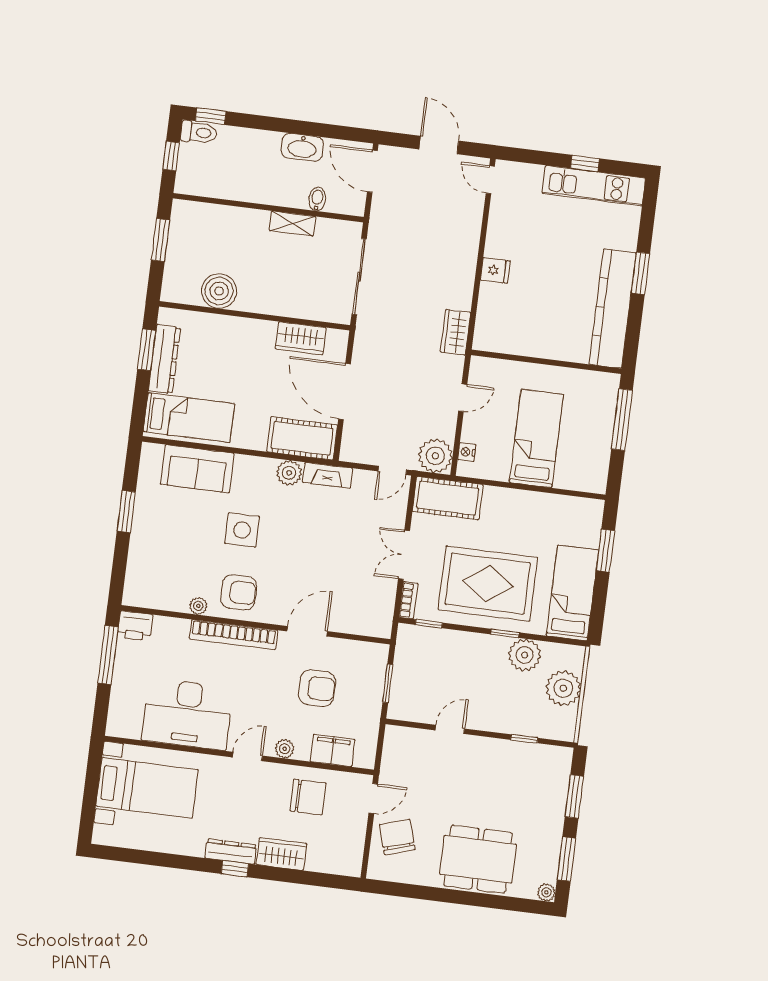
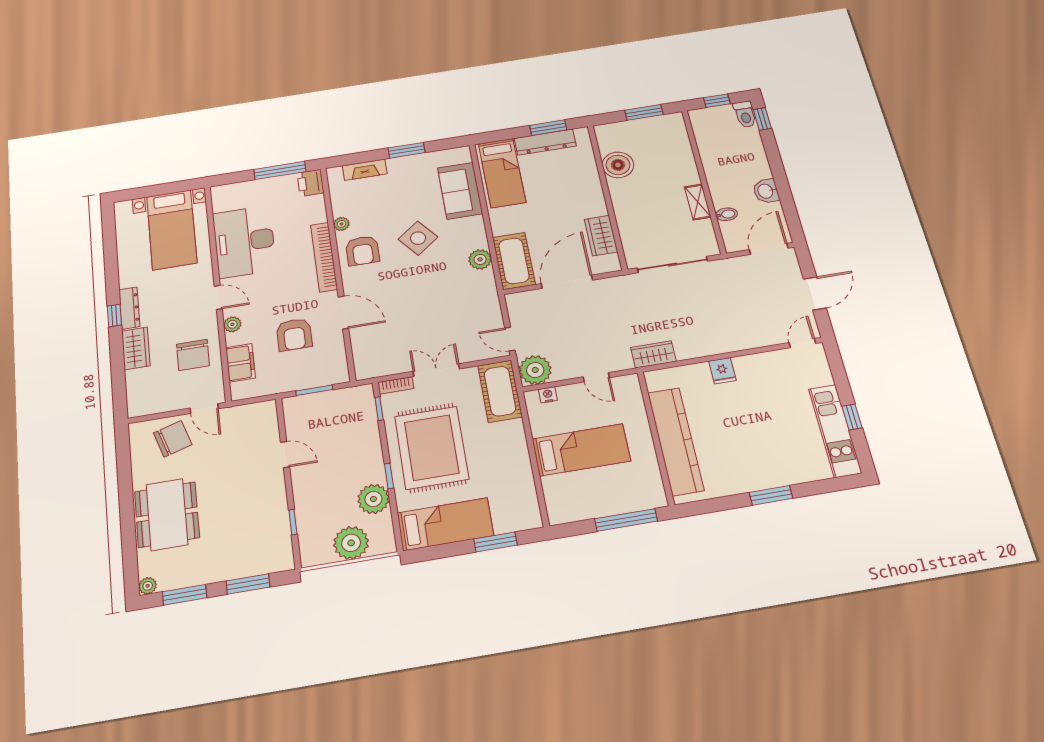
washbasin: (302, 147) -> (766, 191), width x0.72
kitchen counter: (613, 309) -> (676, 441), moved, turned 90
fireplace: (328, 475) -> (365, 170), moved, turned -90
side table: (242, 530) -> (418, 238), turned -38

